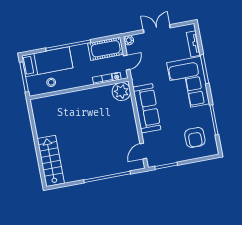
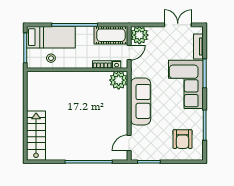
double door: (157, 29) -> (178, 25), moved
plant: (129, 40) -> (139, 35), width x1.87, depth x1.87

